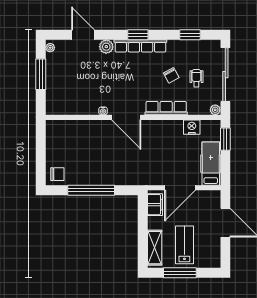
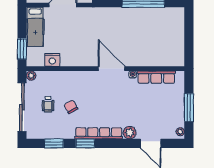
window: (138, 35) -> (85, 143), moved
row of seats: (166, 108) -> (156, 77), moved
chair: (57, 174) -> (174, 17), removed

